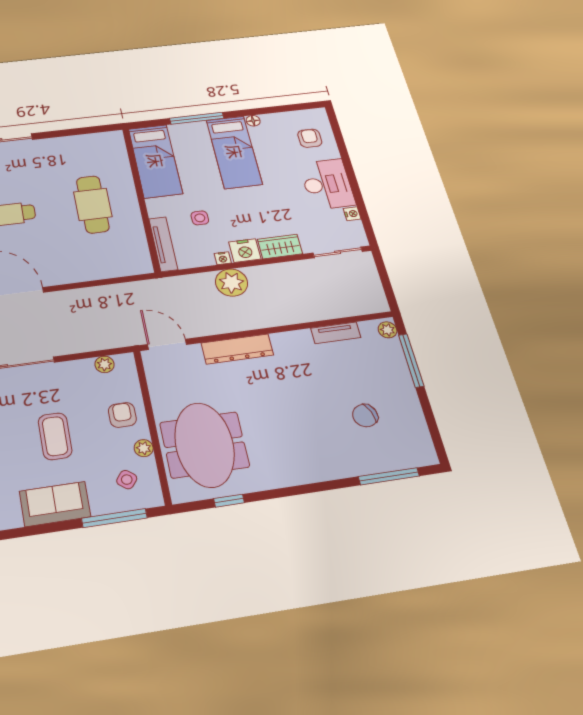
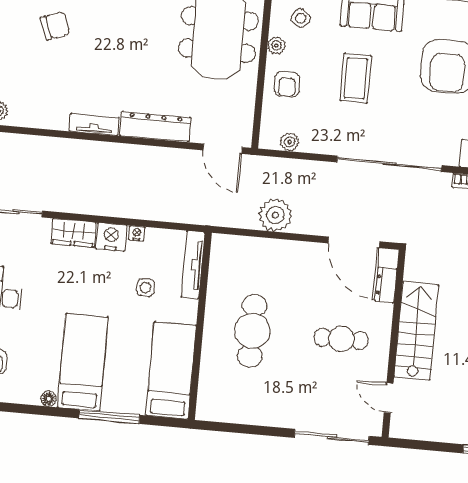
plant: (232, 283) -> (275, 215), moved
tv unit: (336, 333) -> (94, 124), moved

